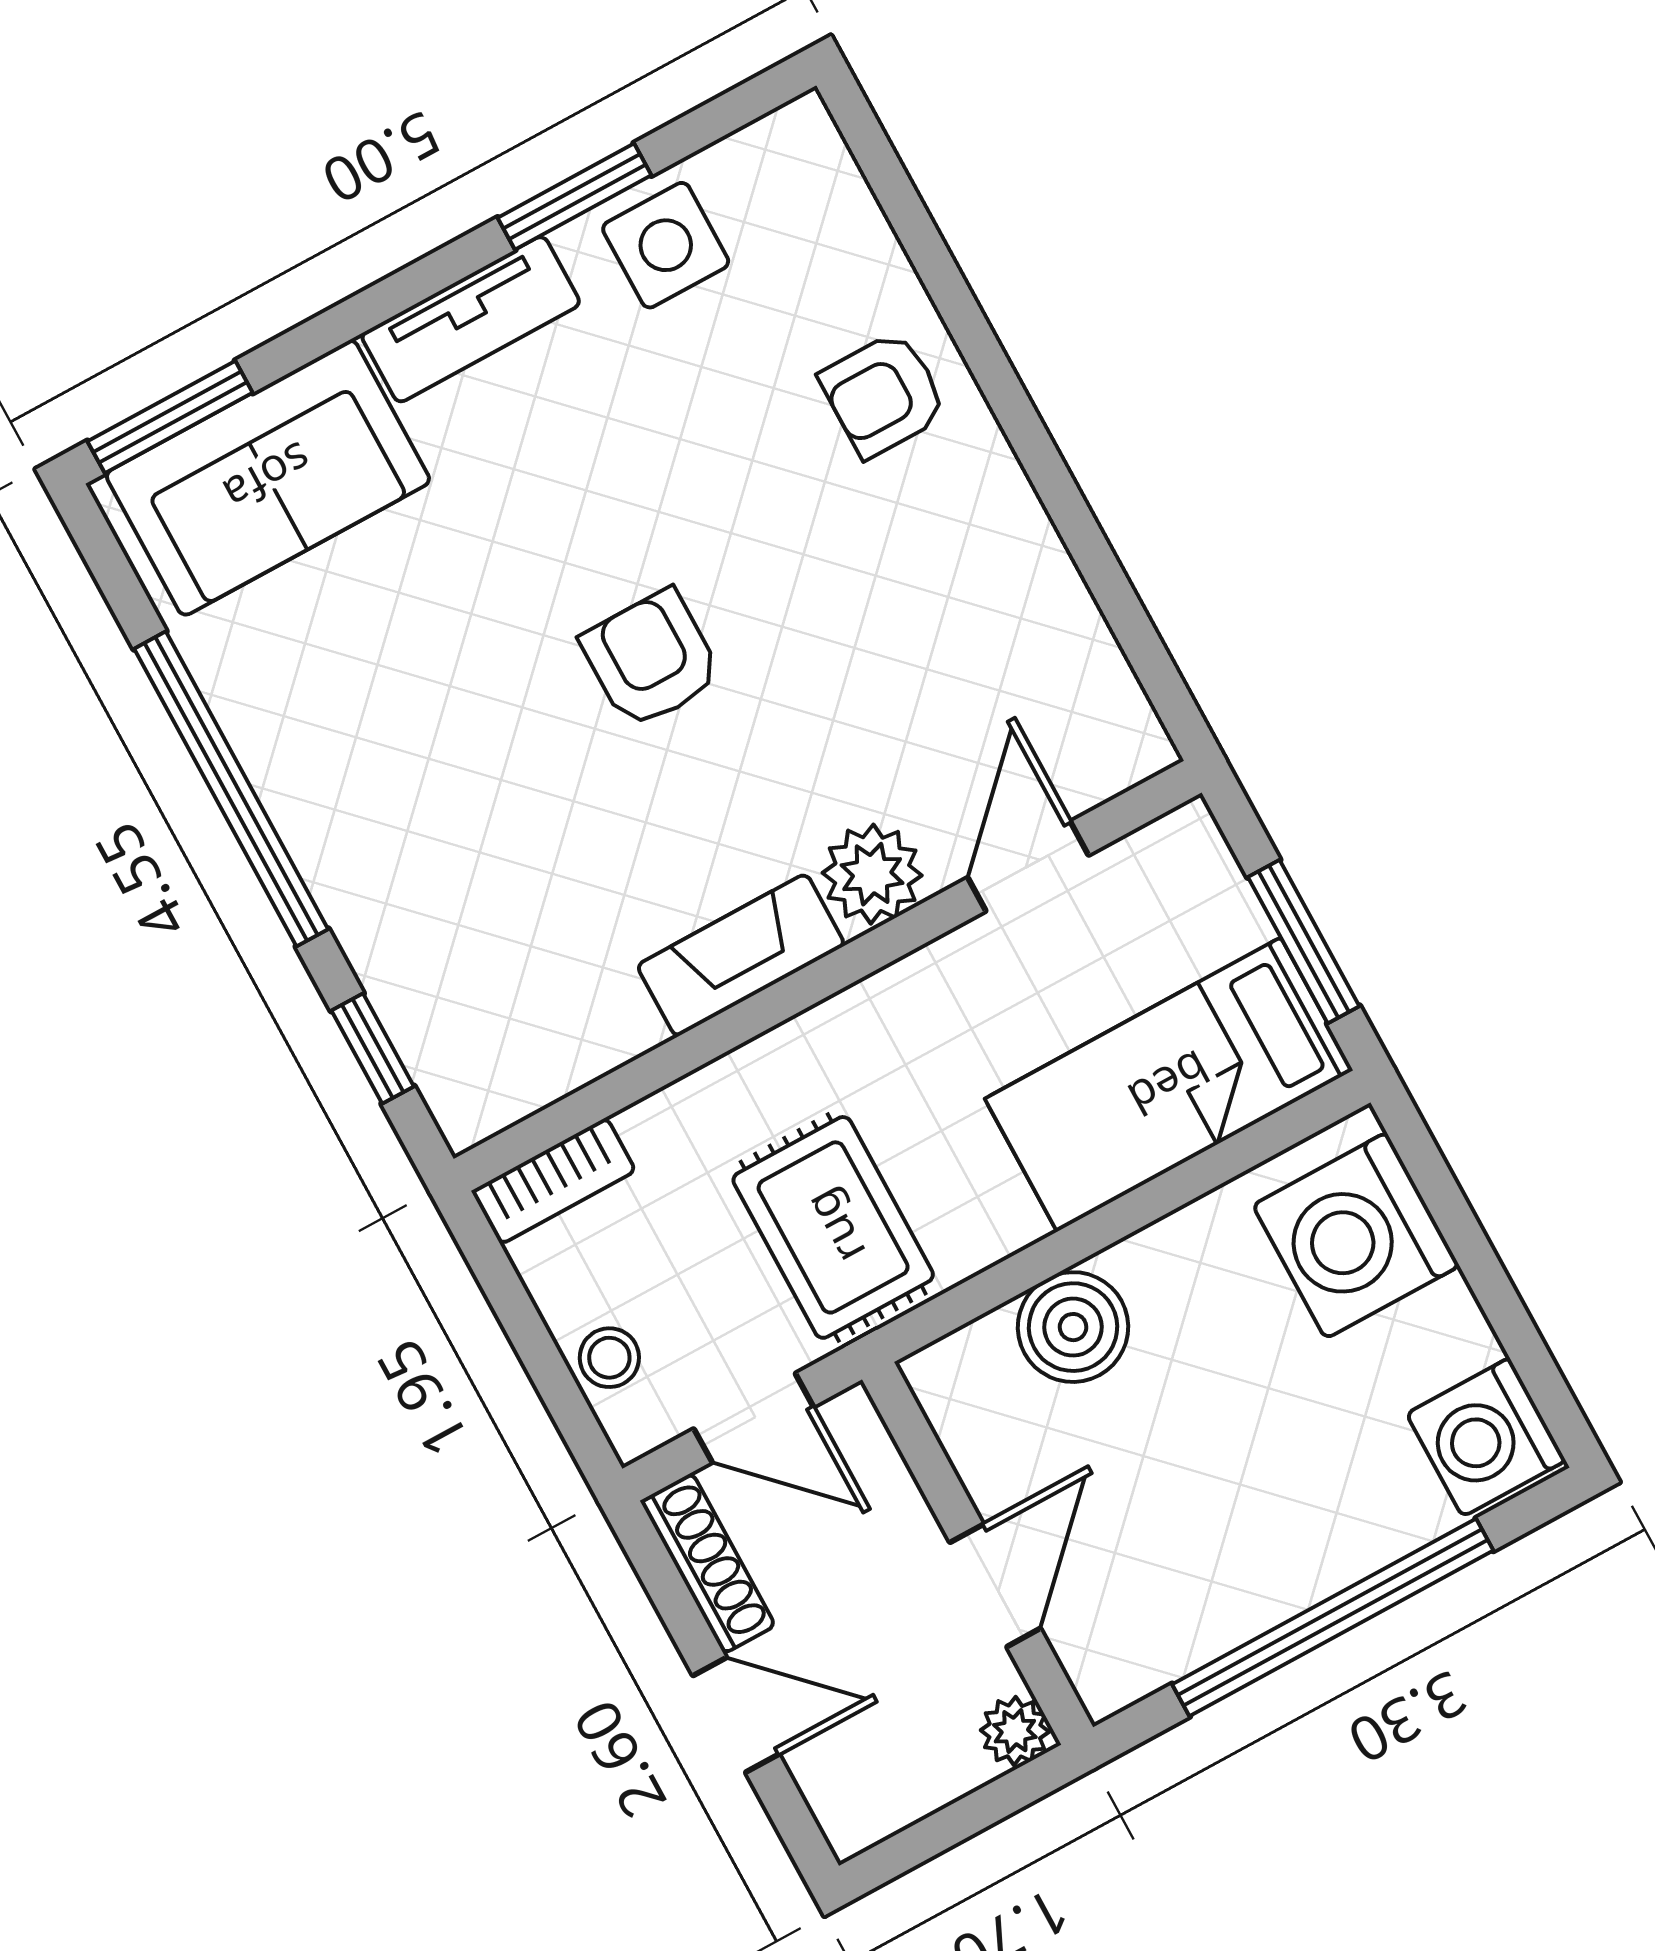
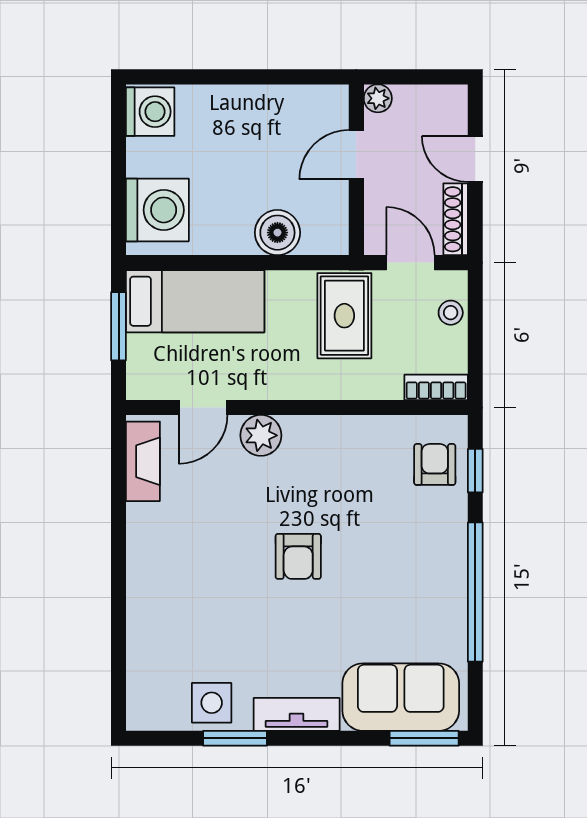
armchair: (883, 394) -> (435, 464), moved, turned -90
fireplace: (741, 955) -> (143, 461), moved, turned -90
window: (1333, 1617) -> (241, 77), removed

